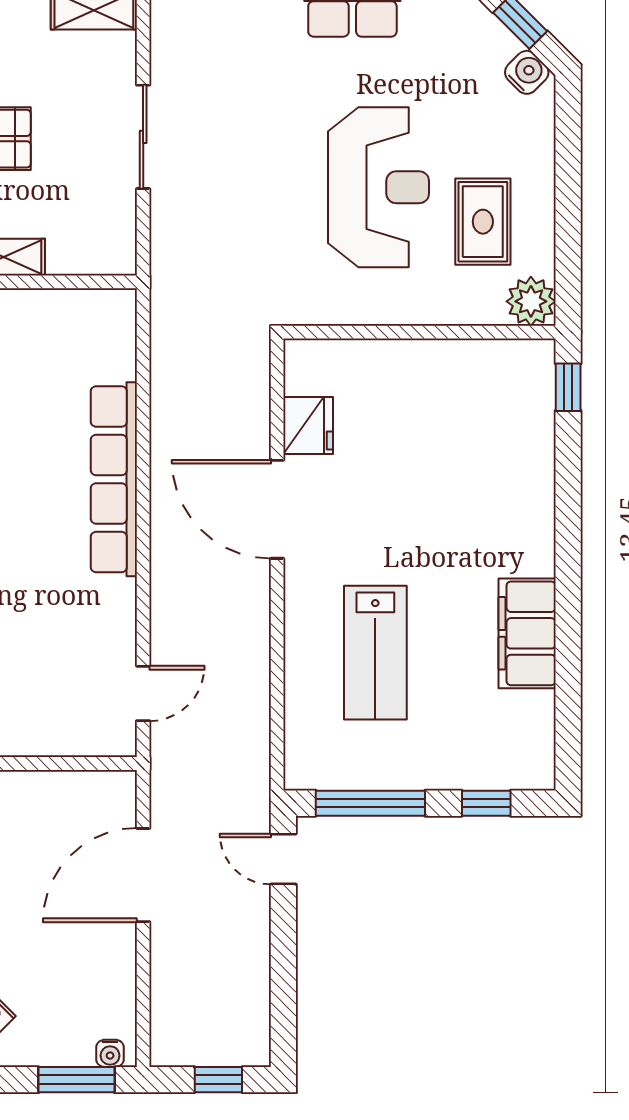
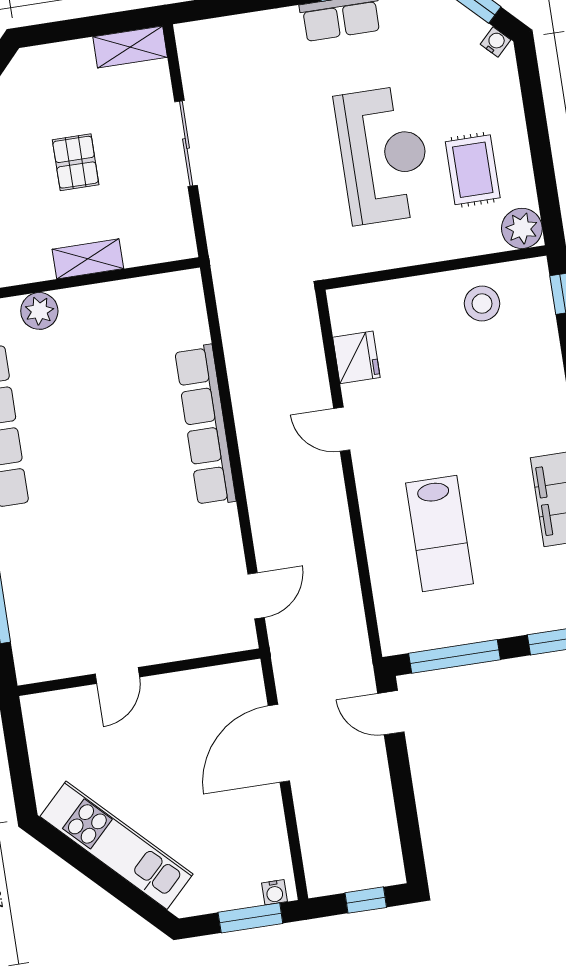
water cooler: (527, 72) -> (496, 42), width x0.72, depth x0.72
stool: (469, 384) -> (482, 304), added
door: (277, 509) -> (342, 429), width x0.53

